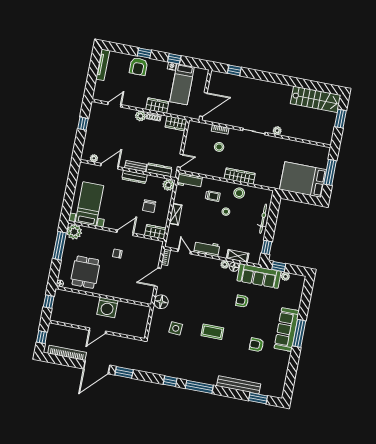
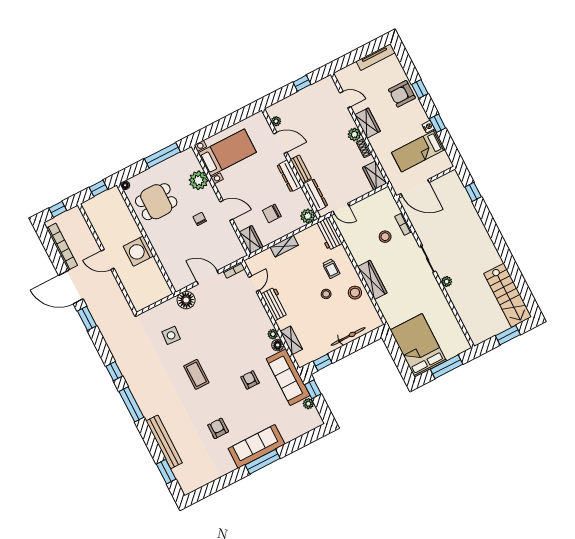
wardrobe: (157, 106) -> (368, 123), moved
plant: (74, 232) -> (199, 180), moved

